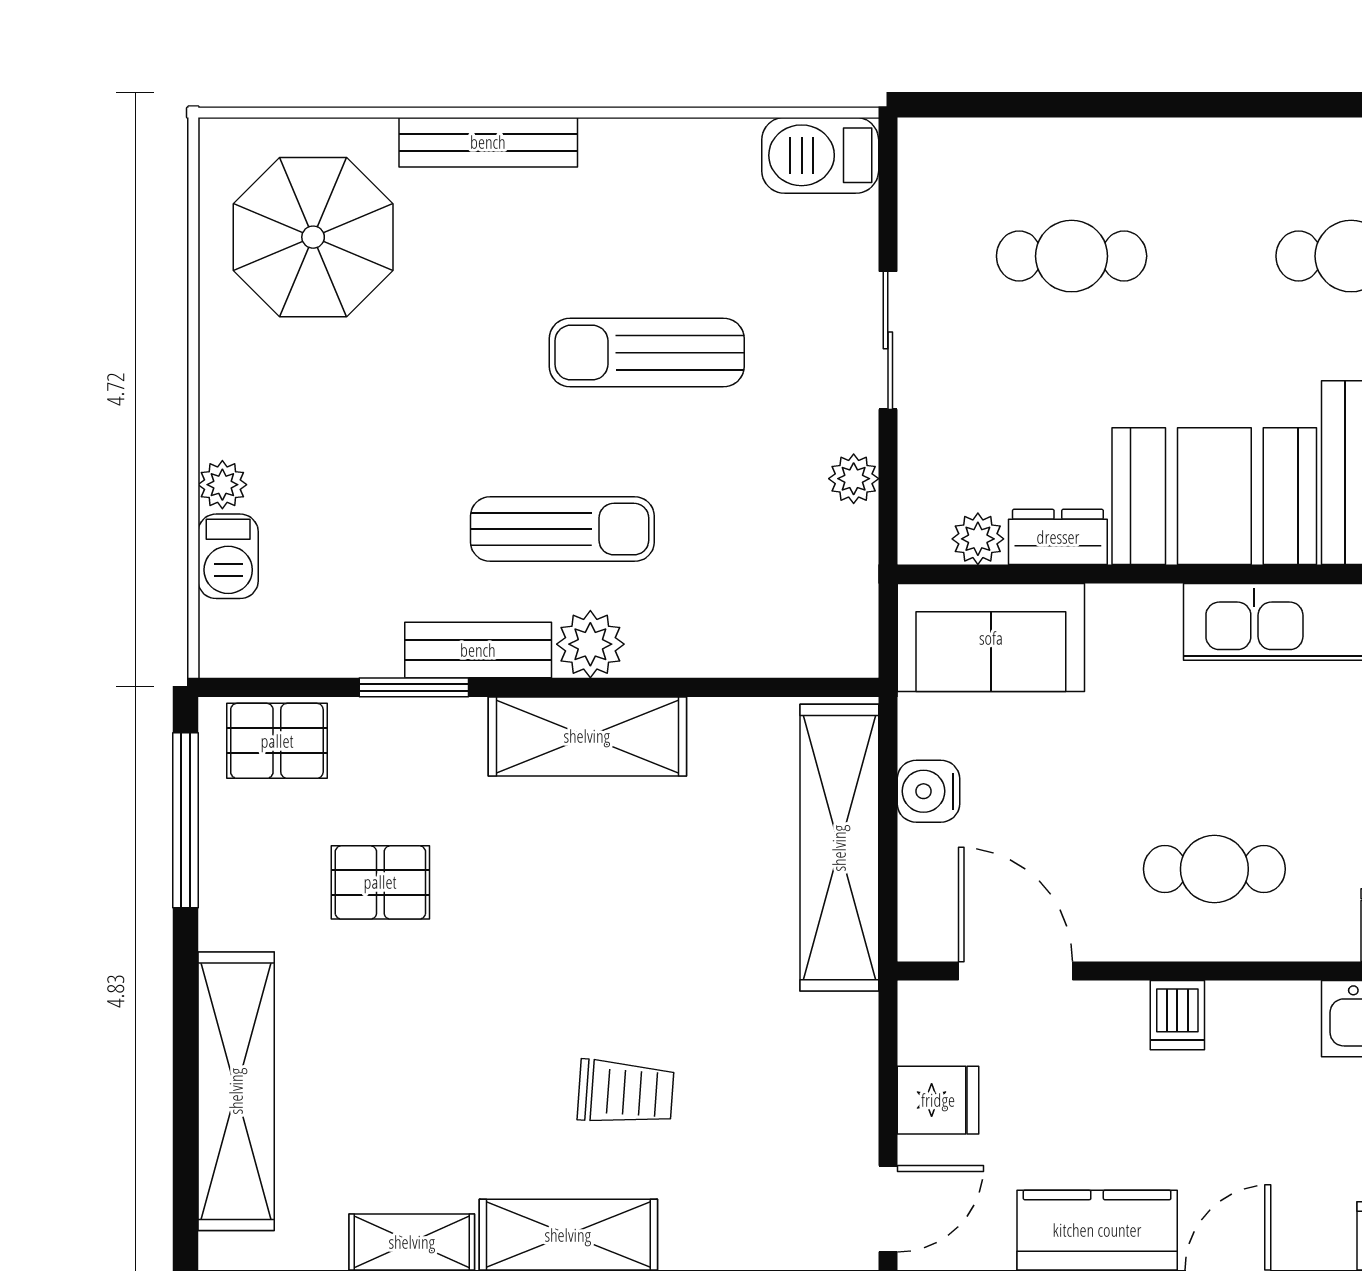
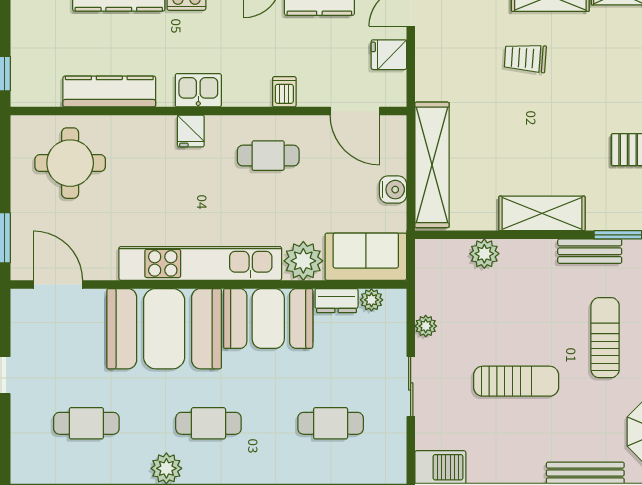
sun lounger: (562, 529) -> (605, 338), moved, turned 90
plant: (1134, 628) -> (303, 261), added
plant: (590, 644) -> (484, 254), moved

